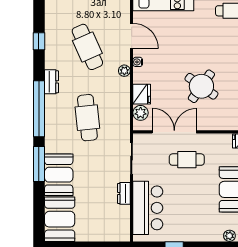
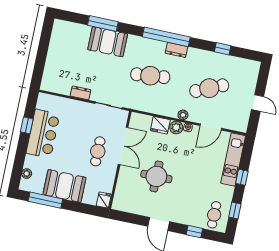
dresser: (51, 82) -> (176, 50), moved
round table: (201, 86) -> (156, 176), turned -35
plant: (141, 113) -> (176, 128), moved
window: (39, 164) -> (103, 24), moved
bar counter: (148, 208) -> (43, 134), moved, turned -90
booth: (60, 219) -> (70, 35), removed

